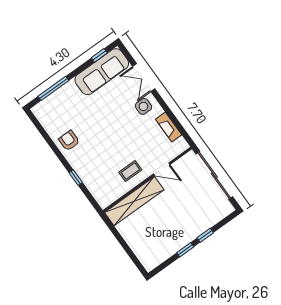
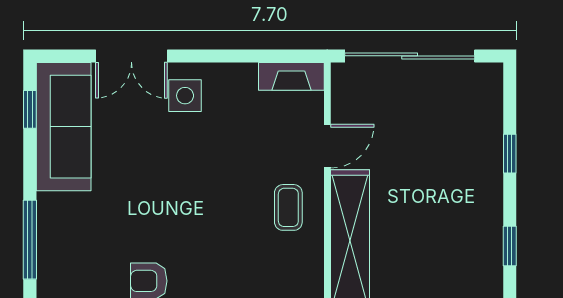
fireplace: (169, 127) -> (291, 76), moved
window: (185, 250) -> (510, 246), moved

